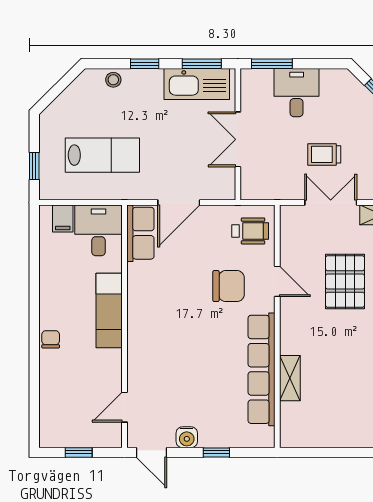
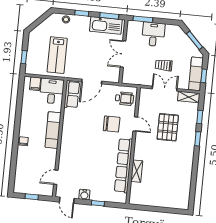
lab bench: (102, 155) -> (57, 55), turned 90

